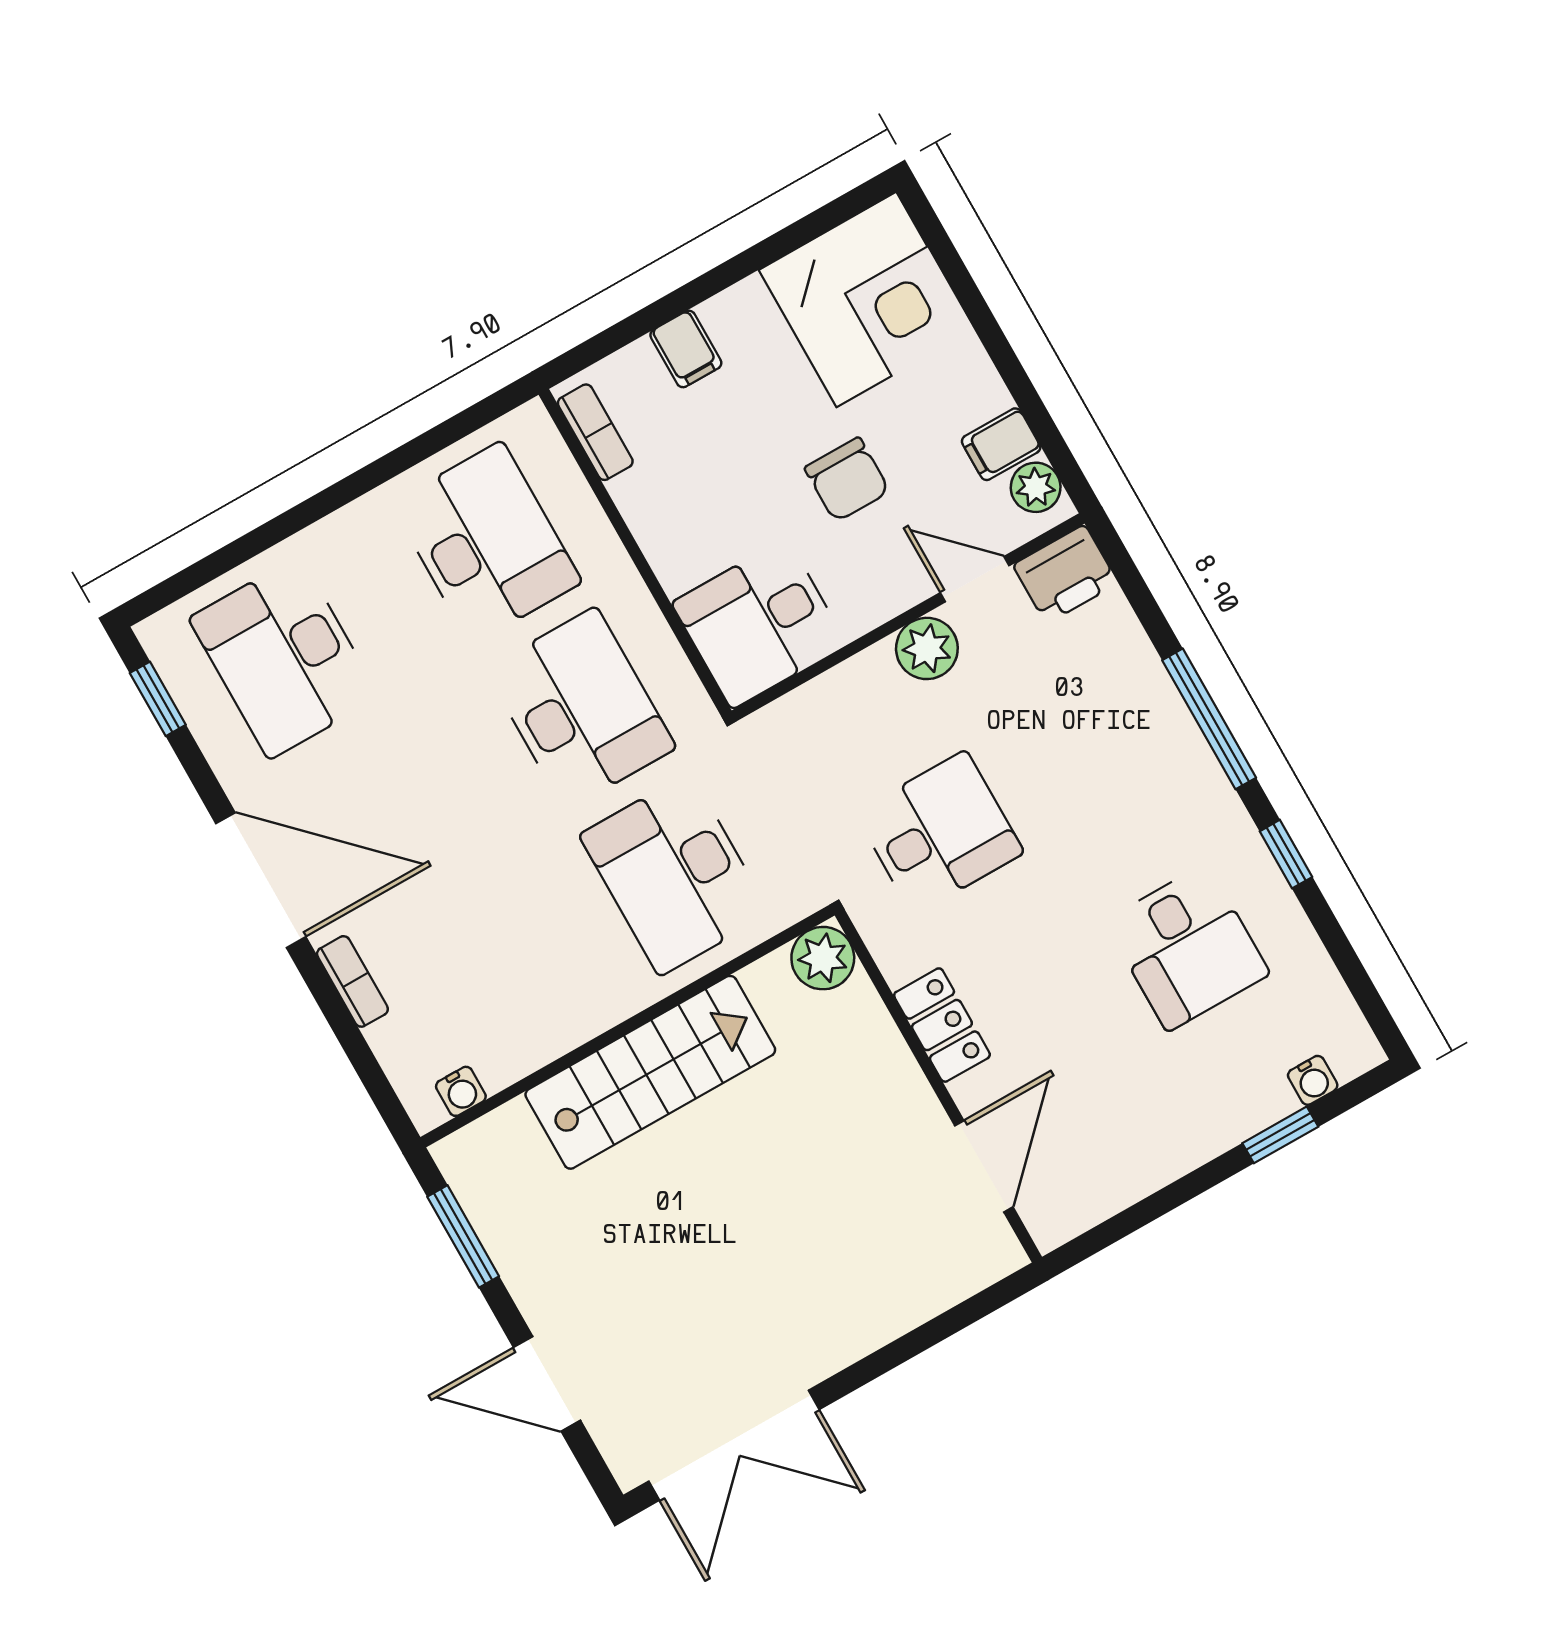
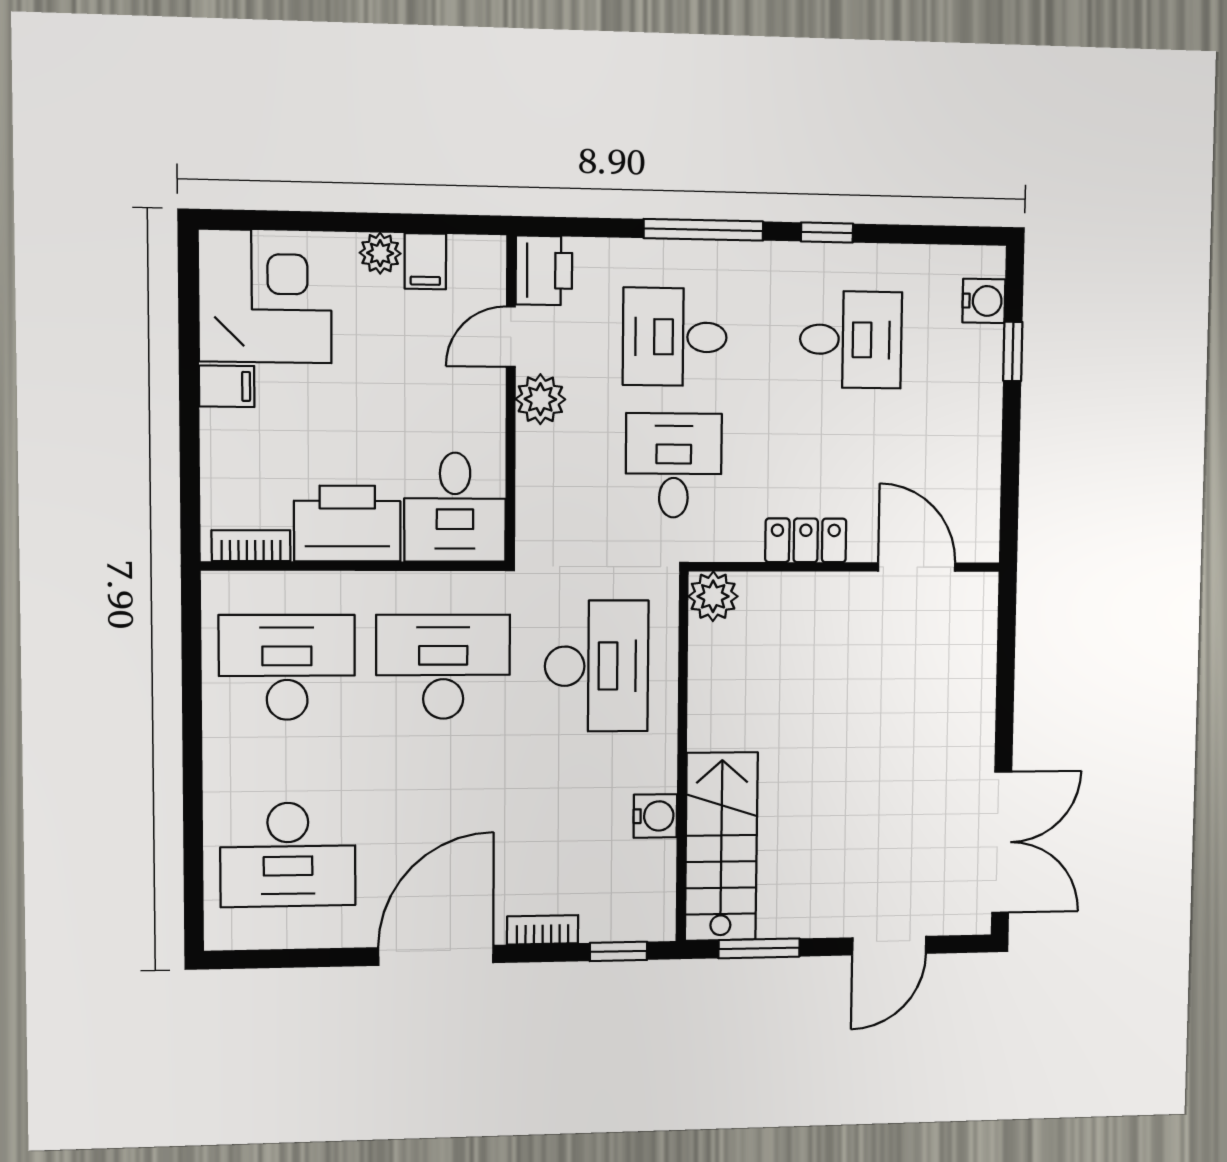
filing cabinet: (686, 349) -> (227, 386), moved
chair: (847, 480) -> (388, 386), removed
plant: (1036, 487) -> (380, 253), moved
printer: (676, 520) -> (347, 524), added
window: (158, 699) -> (618, 951), moved
desk: (1077, 754) -> (675, 337), added
desk: (675, 874) -> (597, 666), turned -90
stairs: (650, 1072) -> (721, 847), moved
water cooler: (1313, 1080) -> (984, 301), width x1.38, depth x1.38
water cooler: (461, 1091) -> (655, 816), moved, width x1.38, depth x1.38

